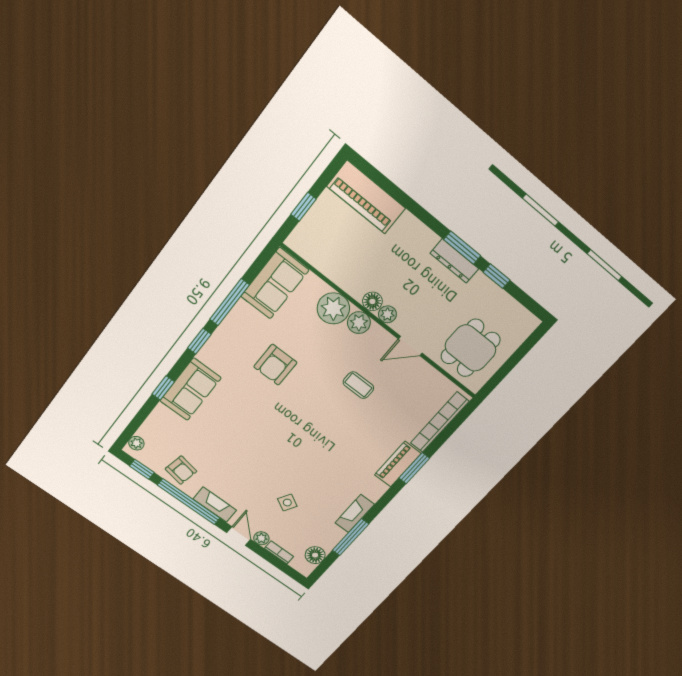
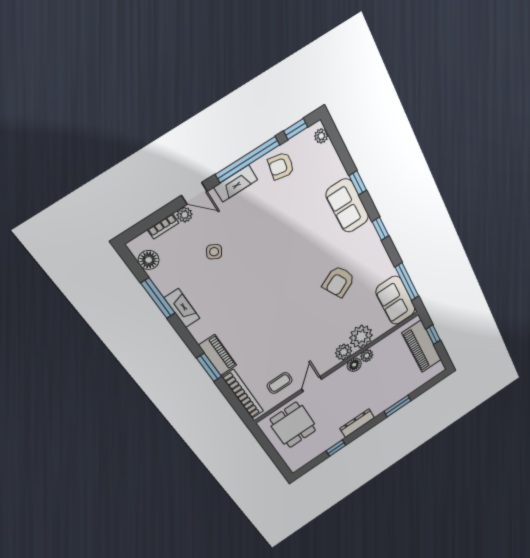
piano: (366, 197) -> (422, 347), moved, turned -90
window: (462, 248) -> (397, 406), moved
window: (229, 302) -> (407, 282), moved
plant: (387, 314) -> (367, 356), moved
armchair: (275, 365) -> (339, 282), turned -117
coffee table: (358, 385) -> (280, 383), moved

